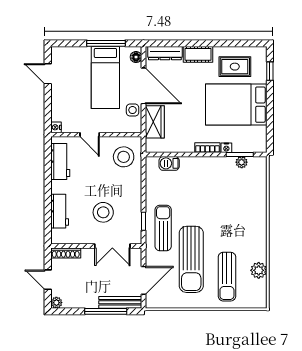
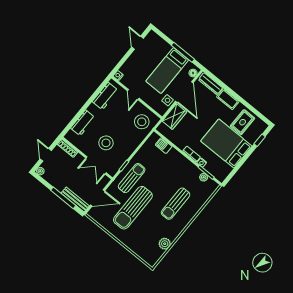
rug: (235, 67) -> (243, 122), turned 90
sun lounger: (227, 277) -> (176, 204), moved

